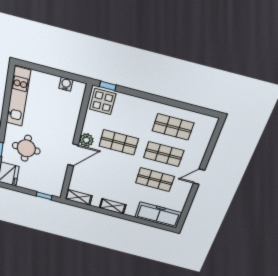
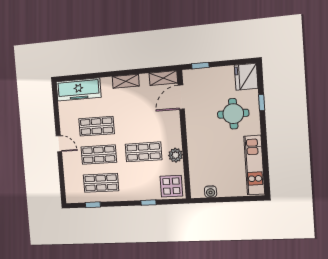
window: (108, 86) -> (148, 203), moved
window: (191, 108) -> (93, 205), added
plant: (86, 140) -> (176, 155), moved
door: (73, 155) -> (181, 97), moved
door: (199, 177) -> (59, 144), hinge flipped

